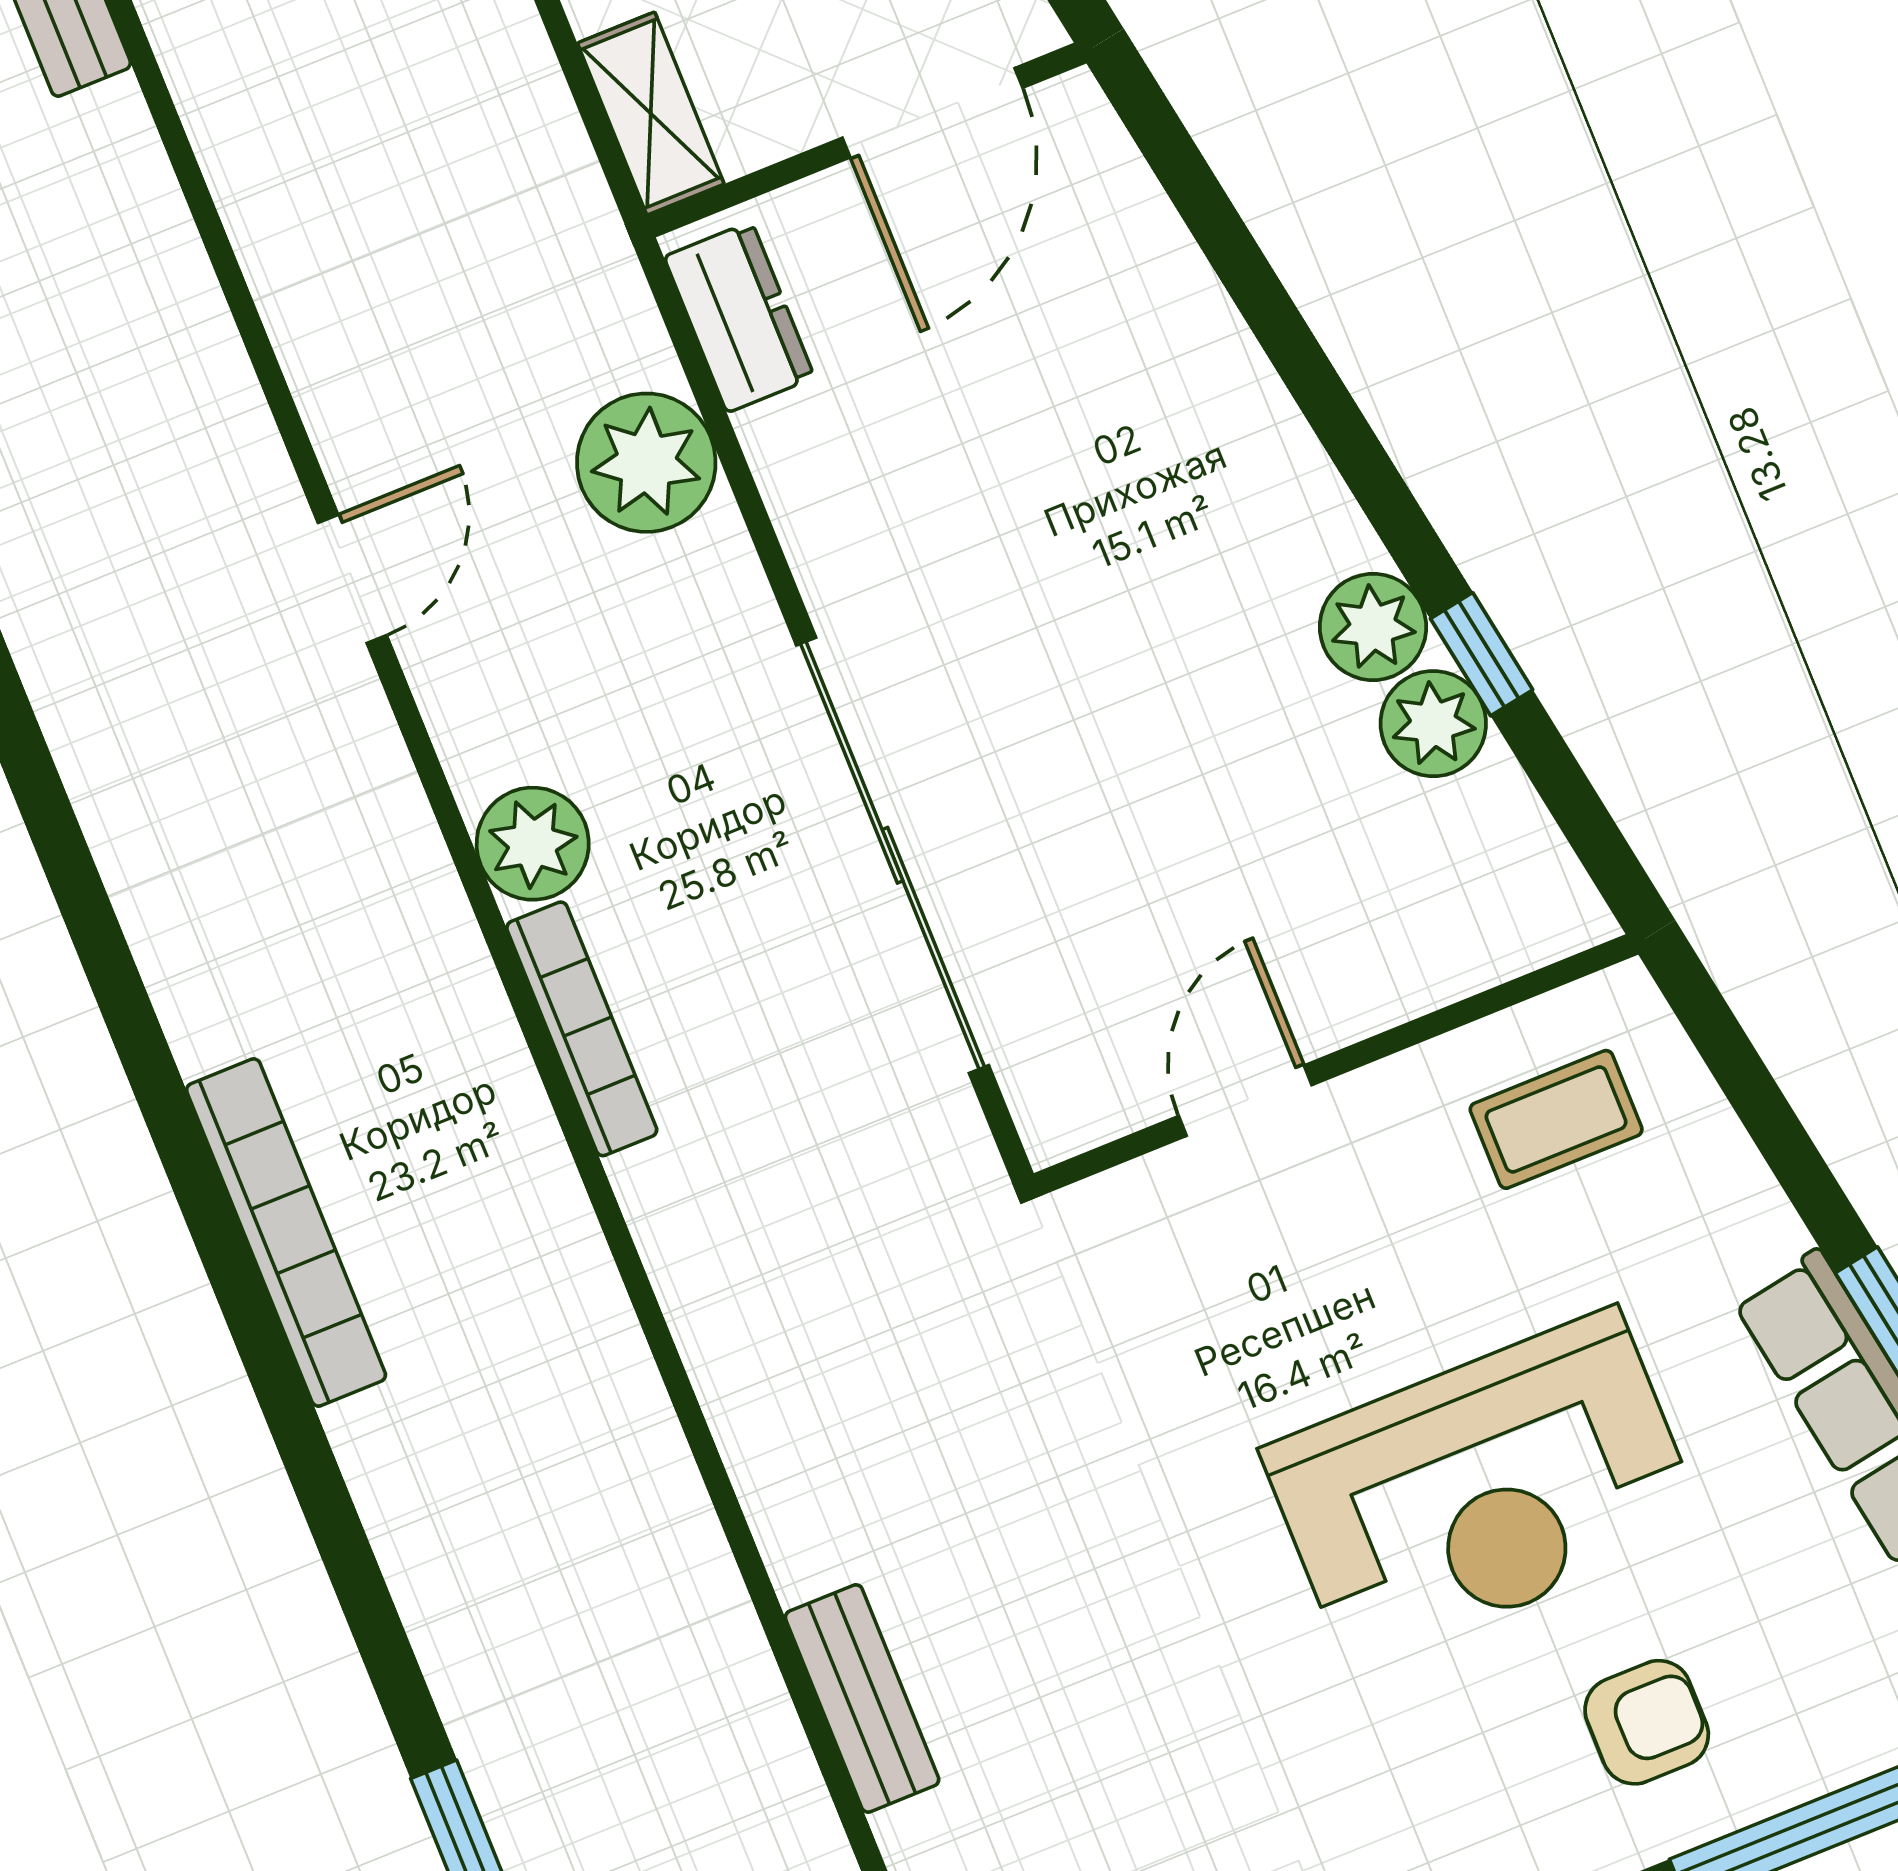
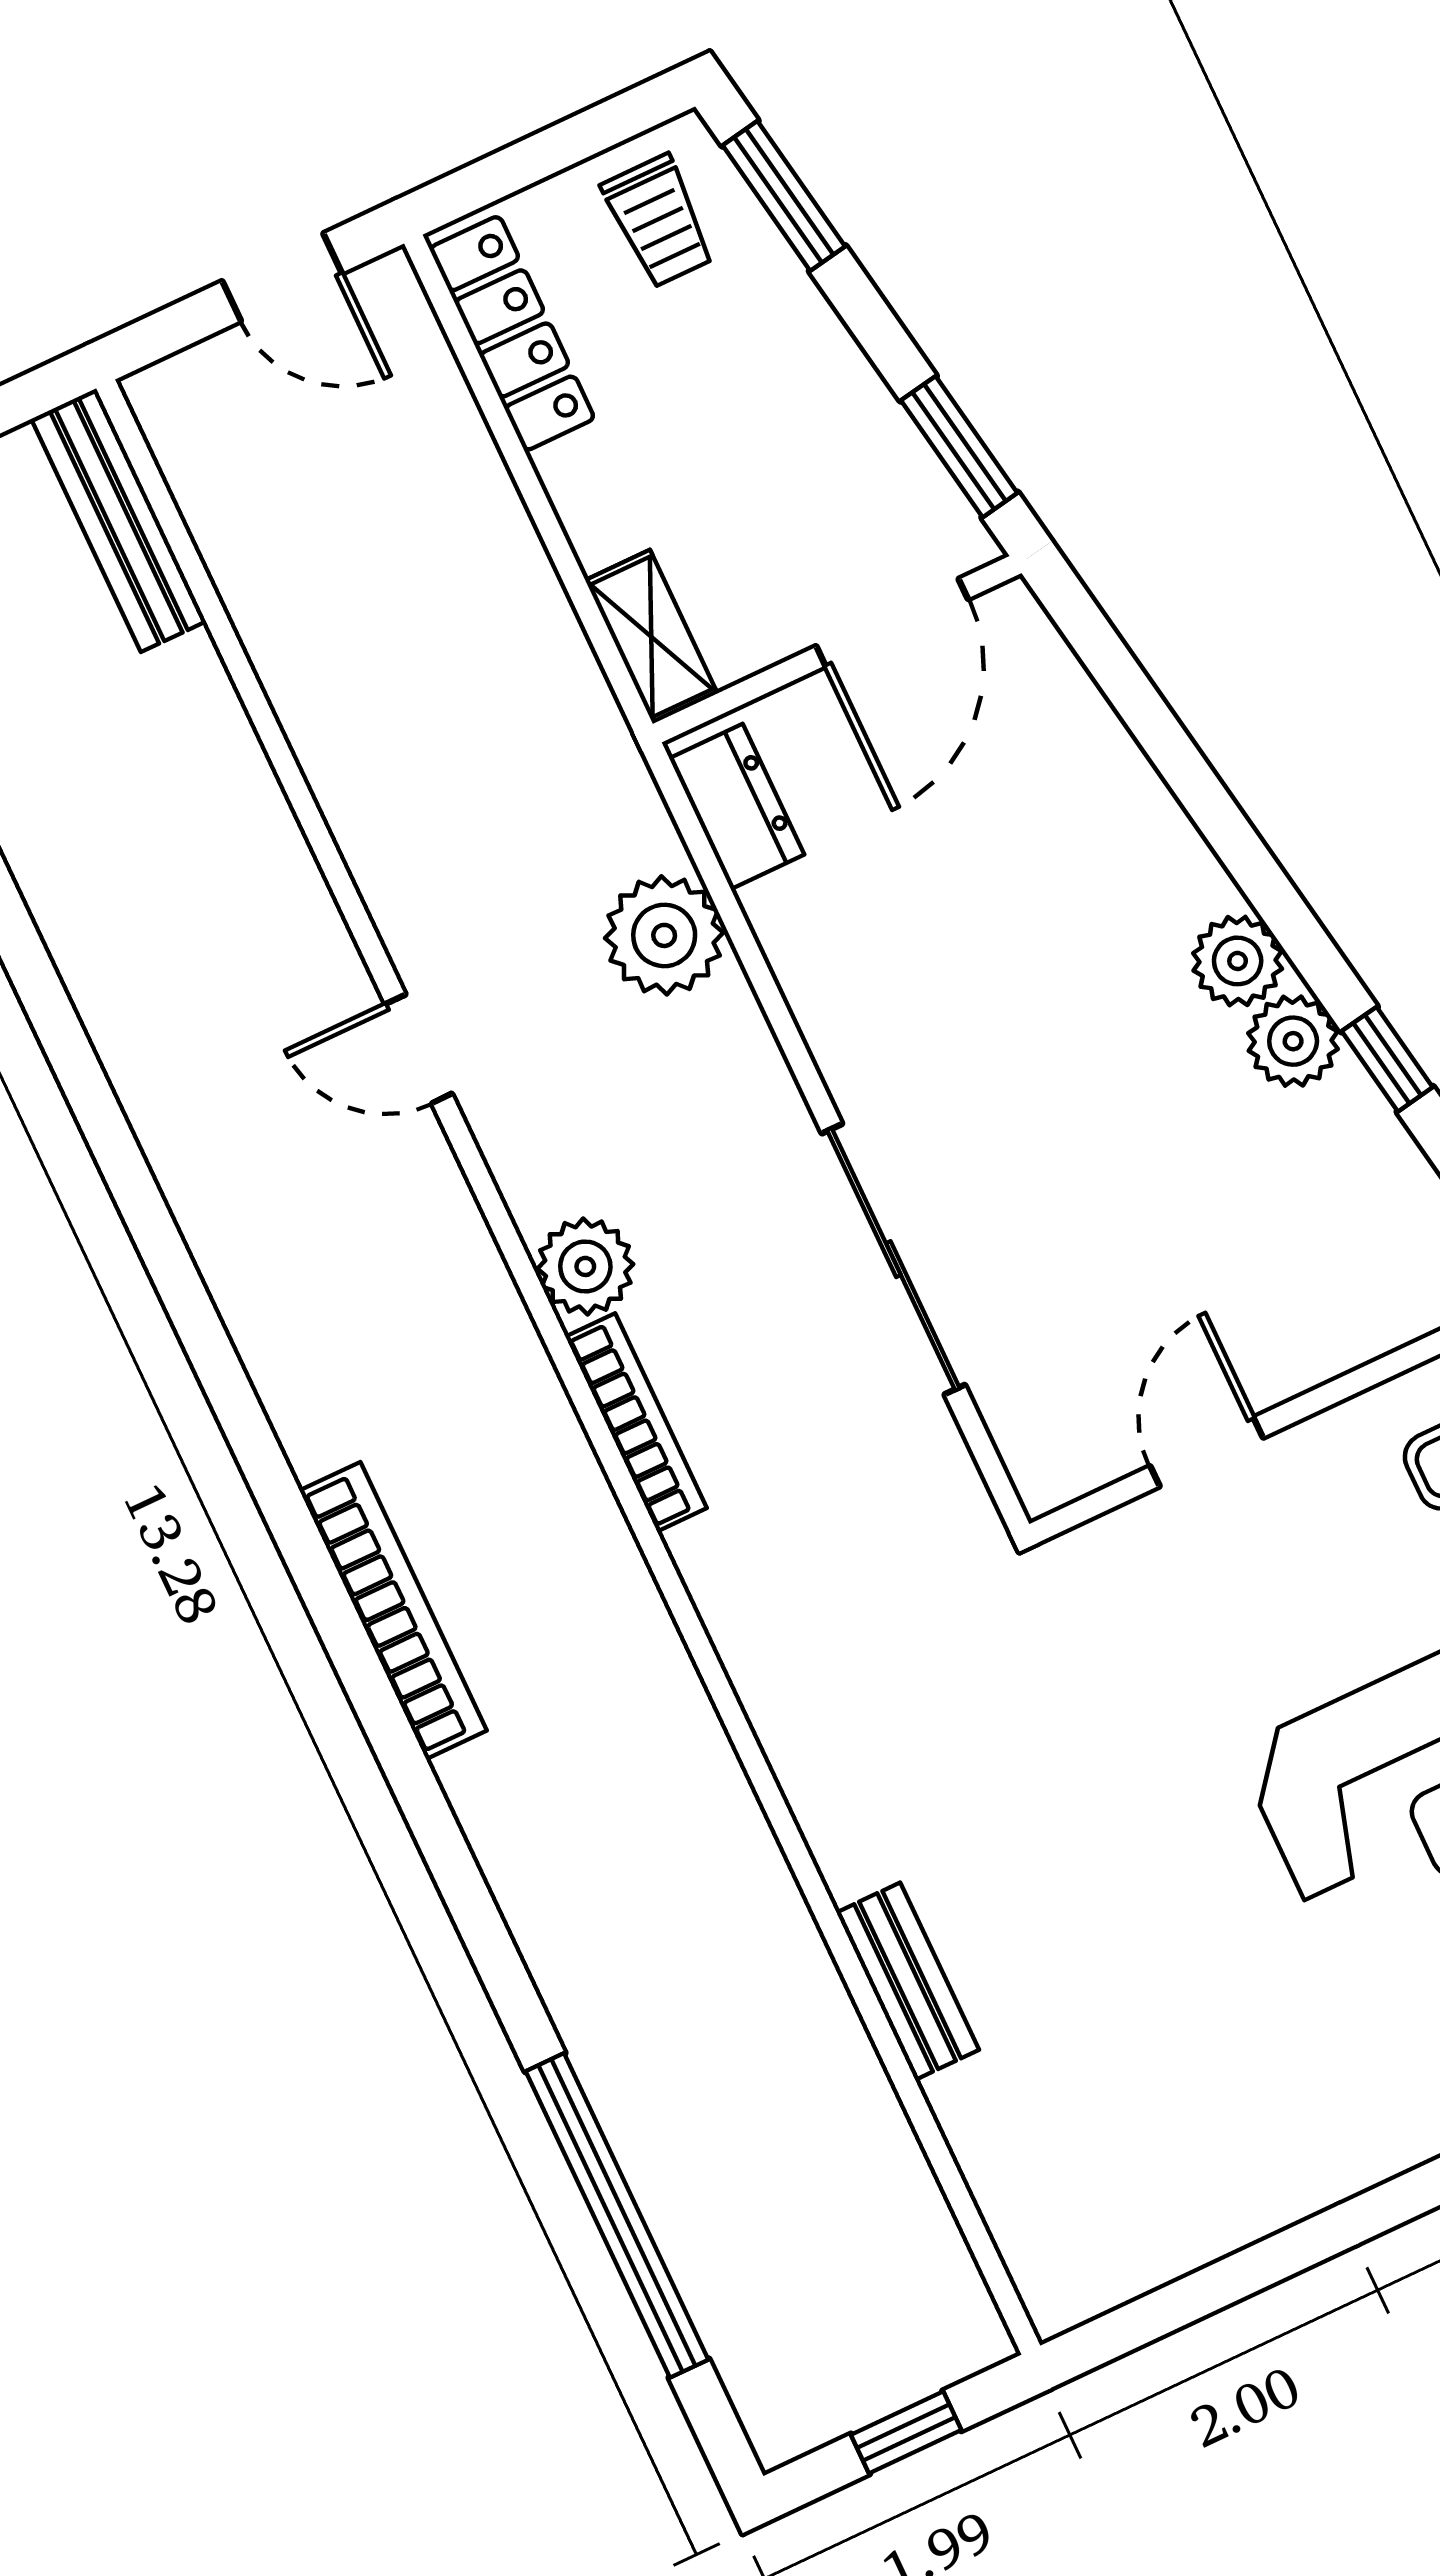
door: (352, 579) -> (419, 1049), swing flipped
plant: (1433, 724) -> (1238, 961), moved
sliding door: (892, 855) -> (893, 1259), width x0.73

